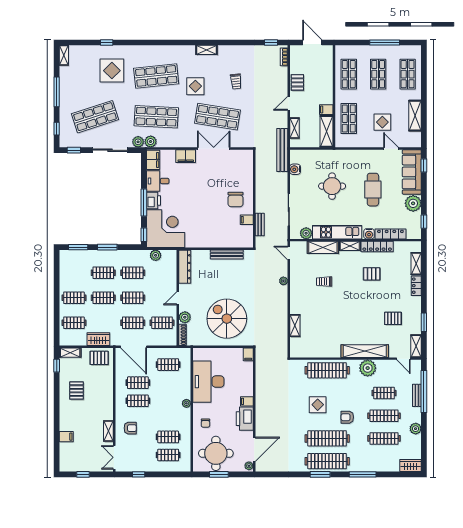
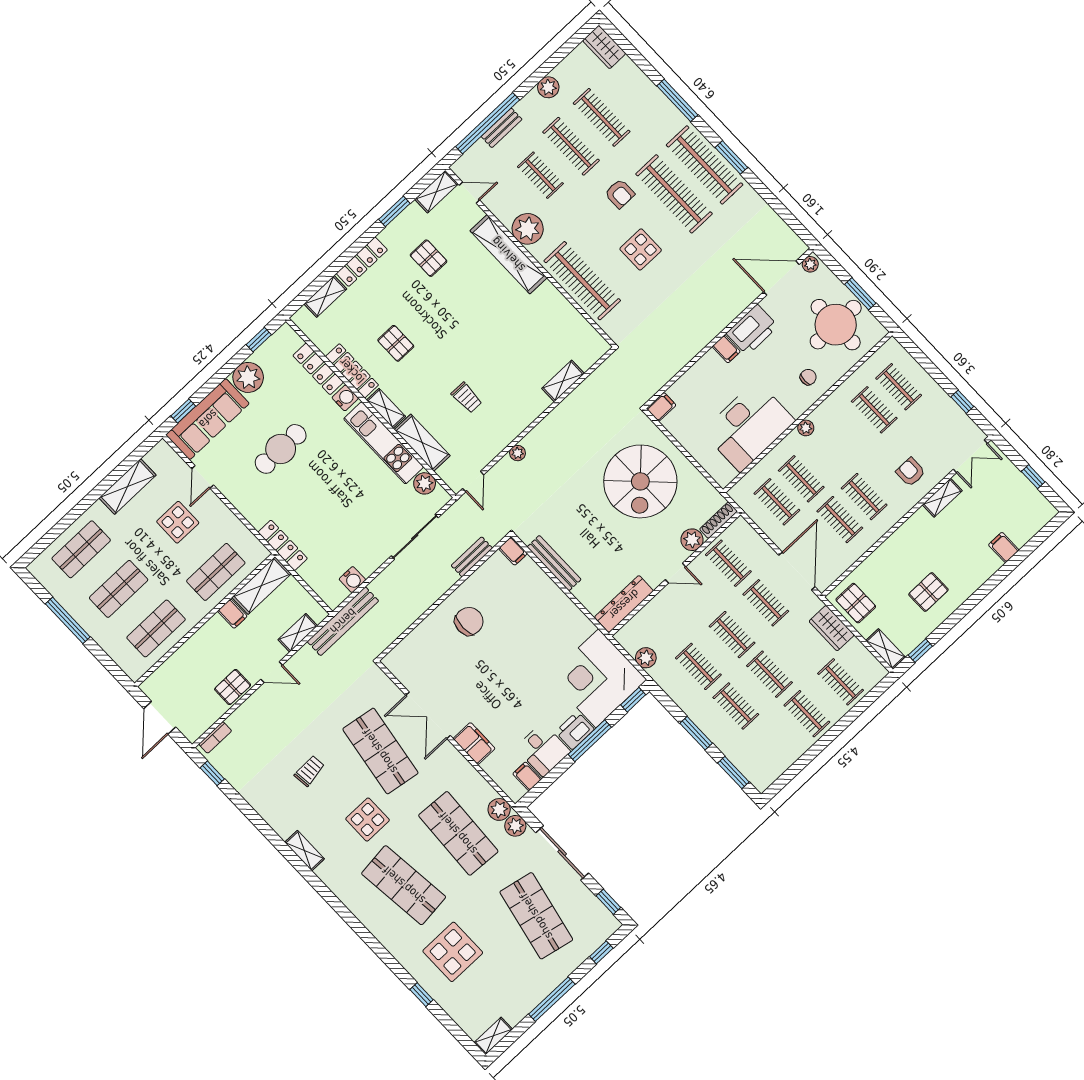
shop shelf: (95, 117) -> (536, 916), turned 30
locker: (334, 155) -> (283, 545), added
filing cabinet: (153, 160) -> (527, 776), width x0.50
round table: (332, 186) -> (328, 508), removed
filing cabinet: (247, 220) -> (513, 551), moved
locker: (416, 286) -> (362, 262), width x1.53
door: (403, 359) -> (469, 193), hinge flipped
clothes rail: (168, 383) -> (801, 479), added

